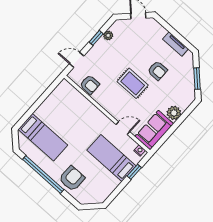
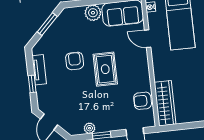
window: (172, 31) -> (32, 84), added
armchair: (90, 85) -> (143, 101), turned -90
wardrobe: (74, 96) -> (165, 103), added

